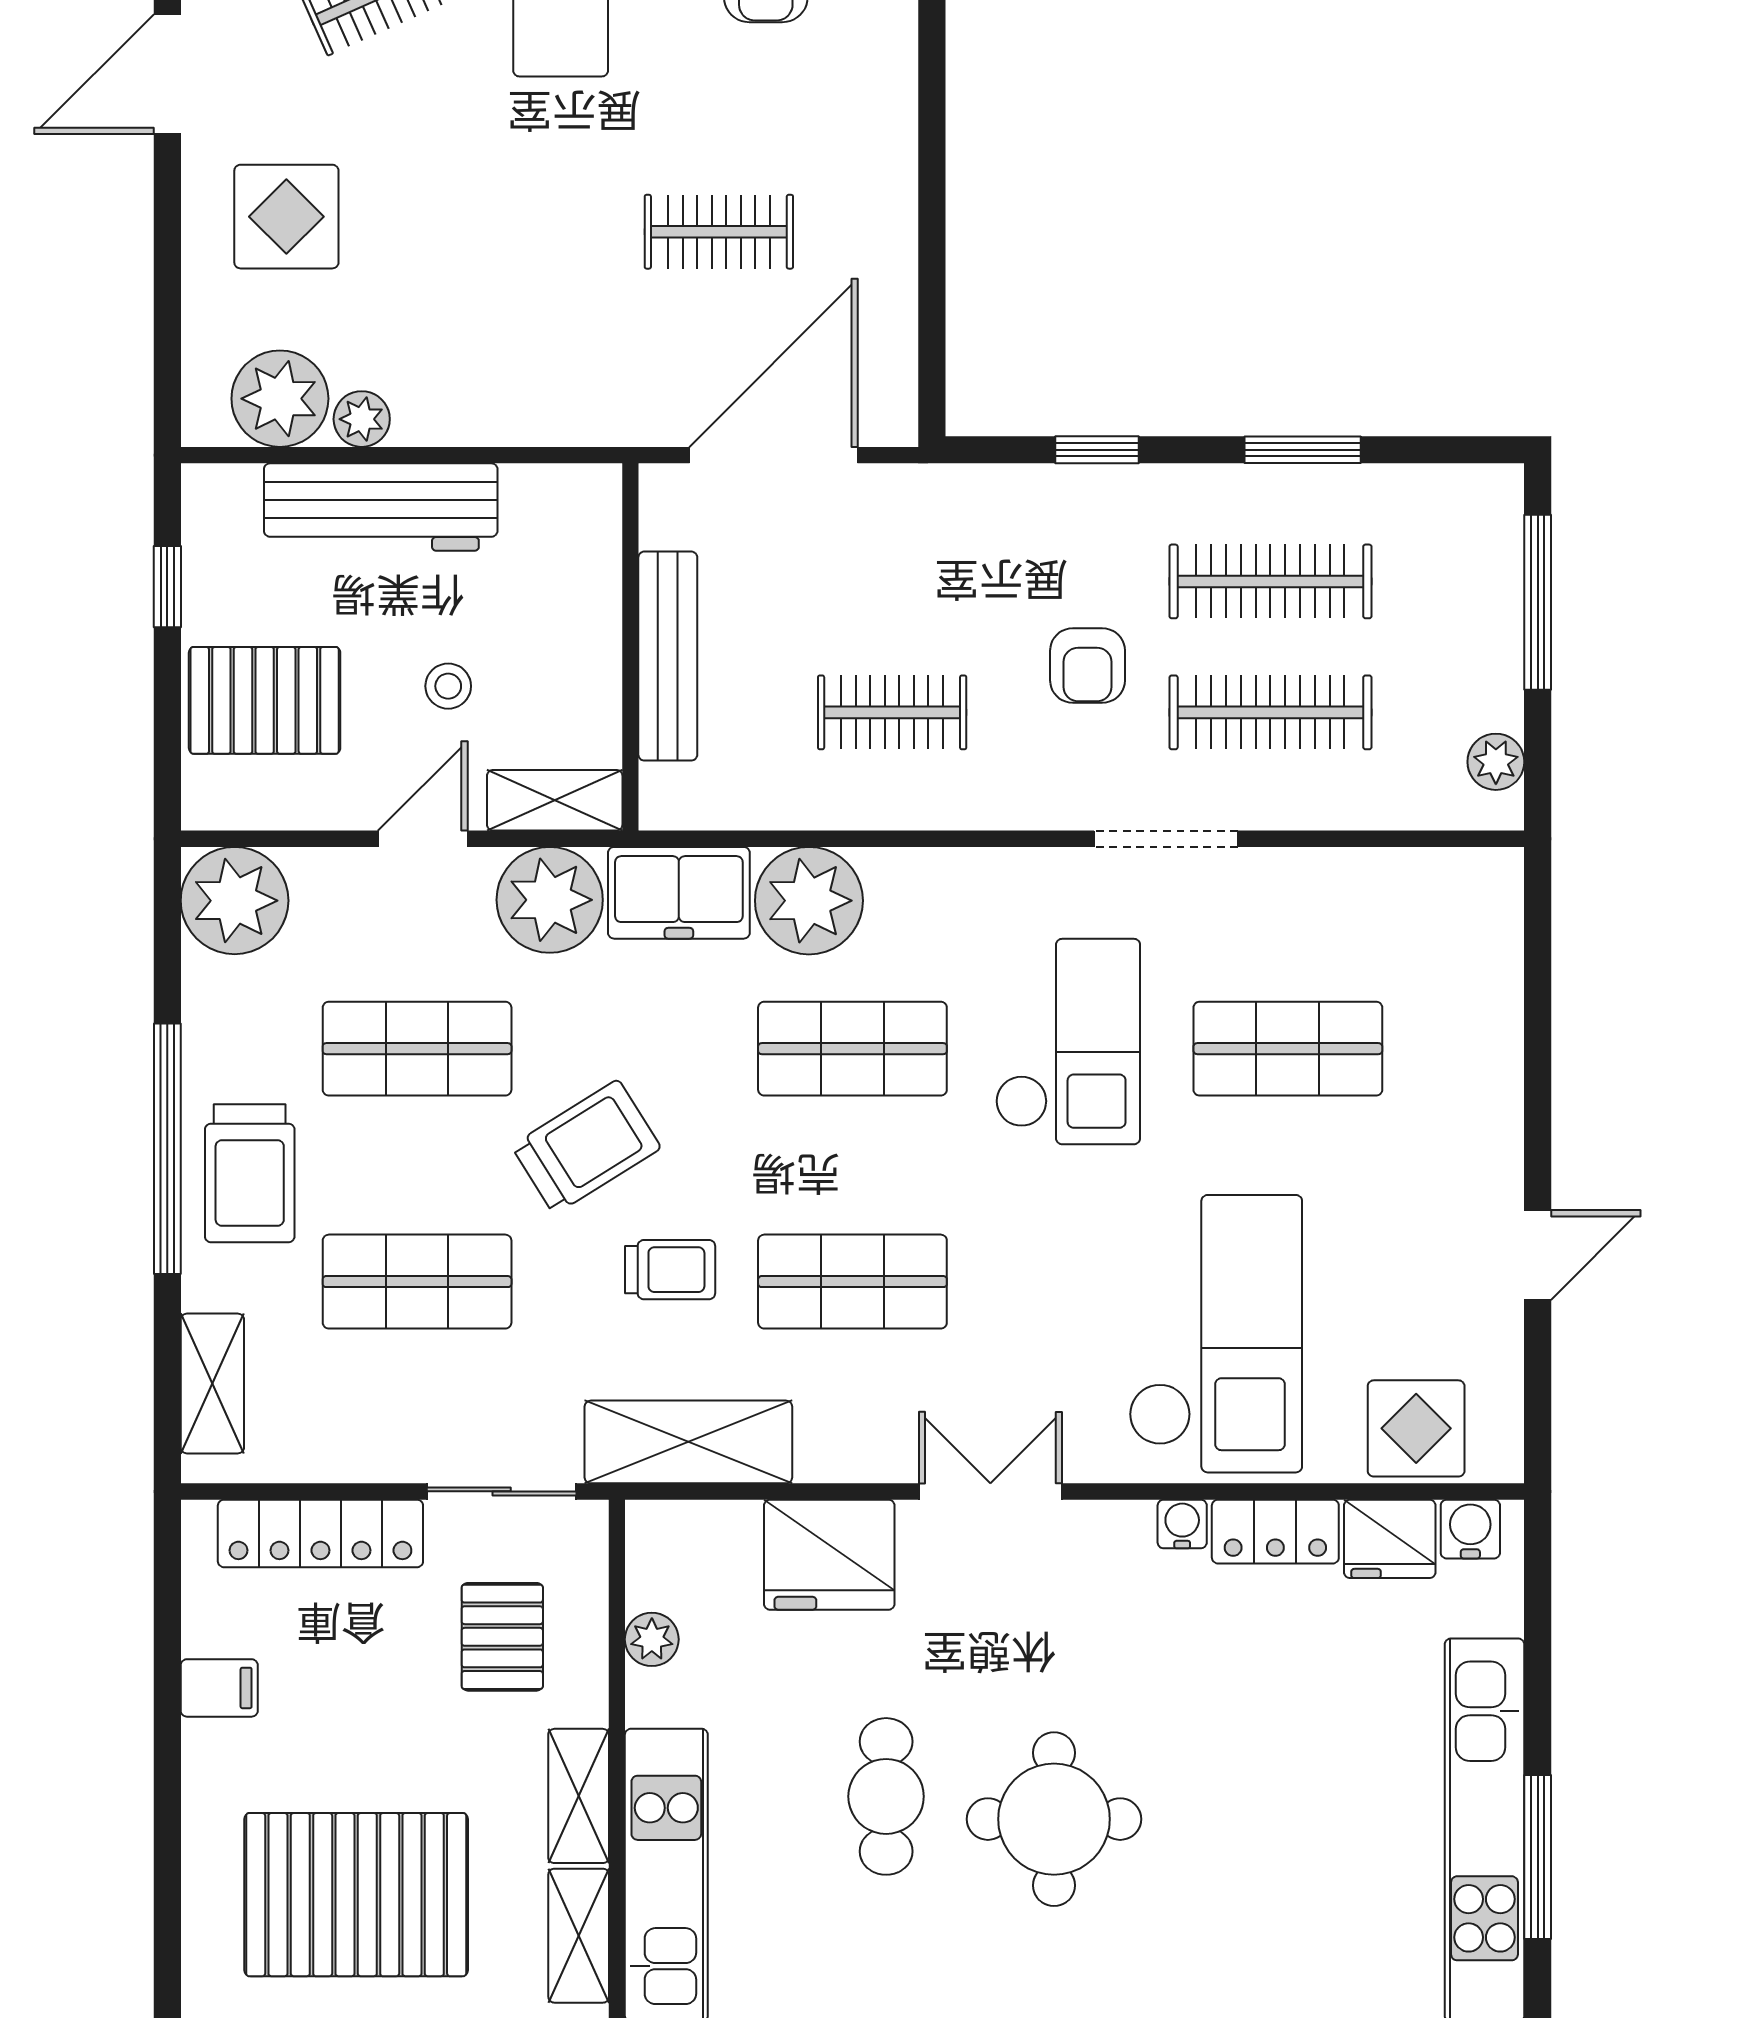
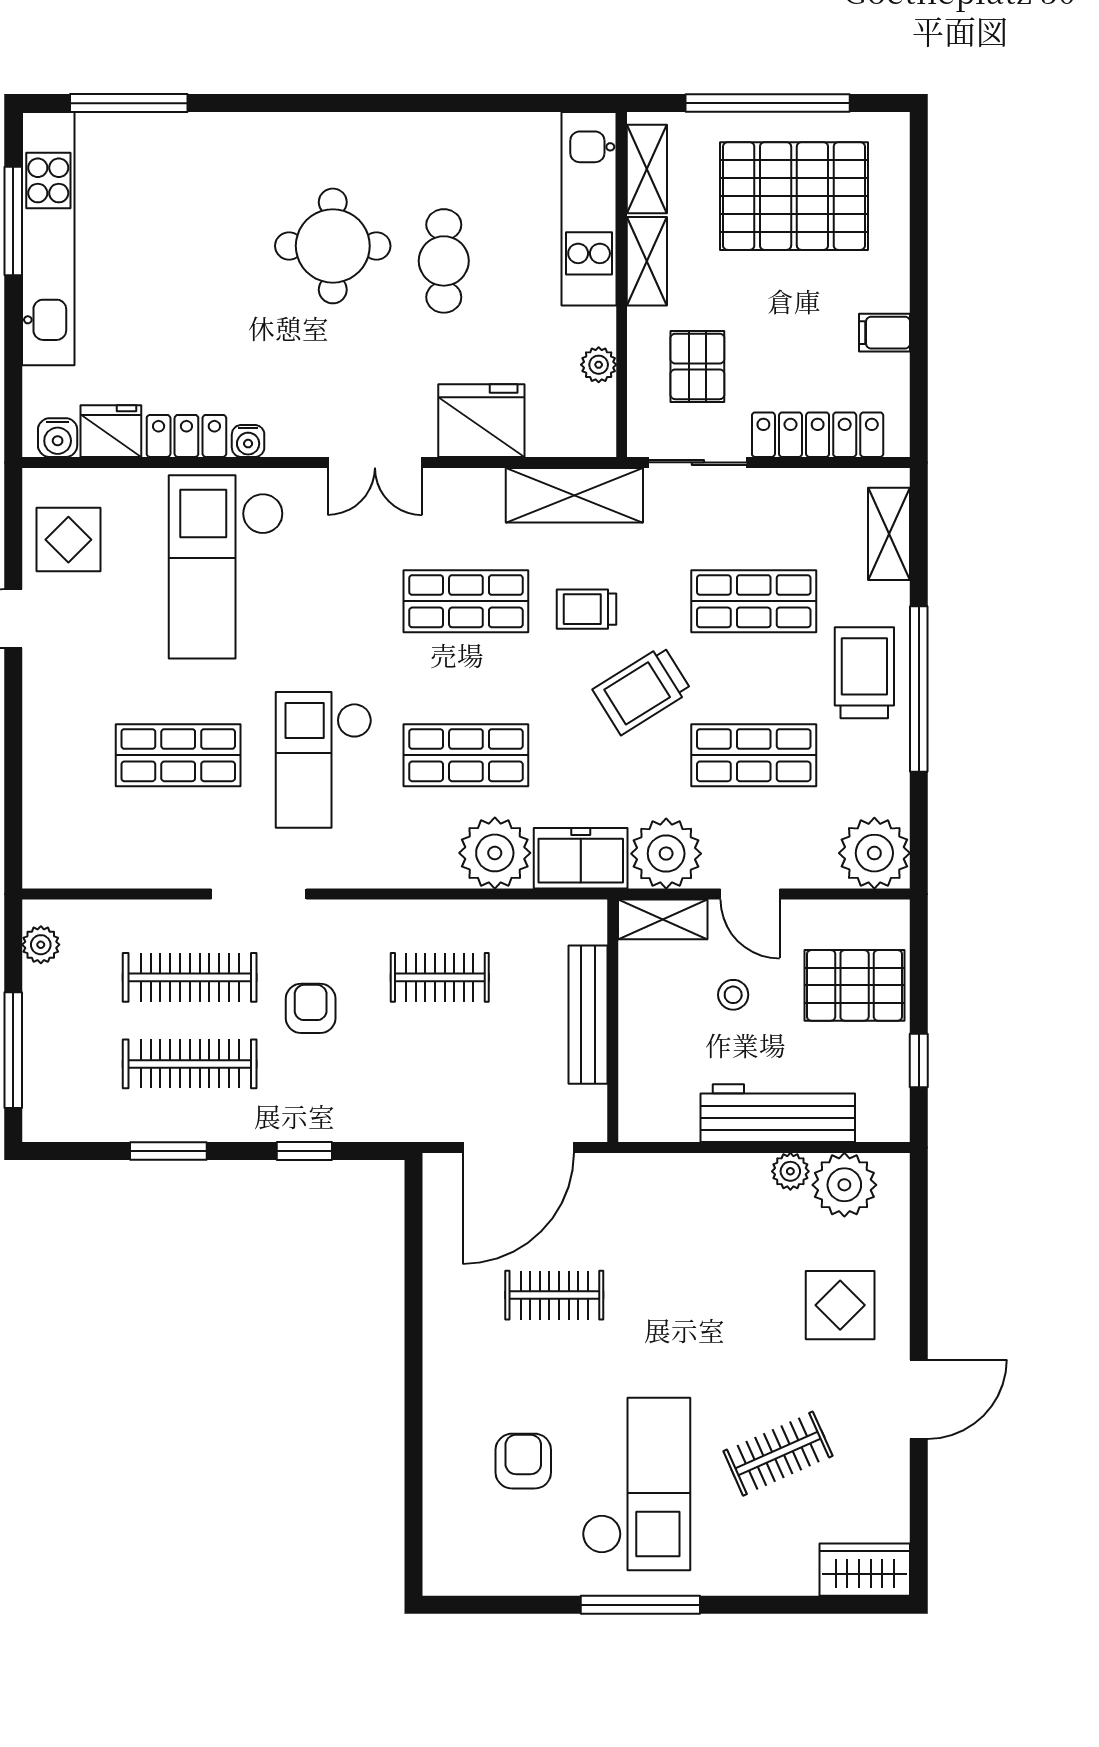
door: (423, 839) -> (750, 894), hinge flipped
display table: (1416, 1428) -> (68, 540), moved

